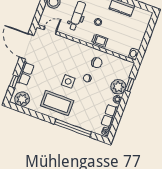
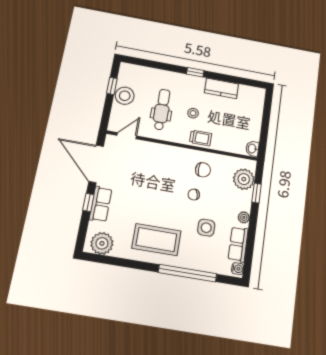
window: (14, 81) -> (88, 202), moved
side table: (68, 81) -> (206, 228), moved
plant: (118, 87) -> (244, 179), moved

